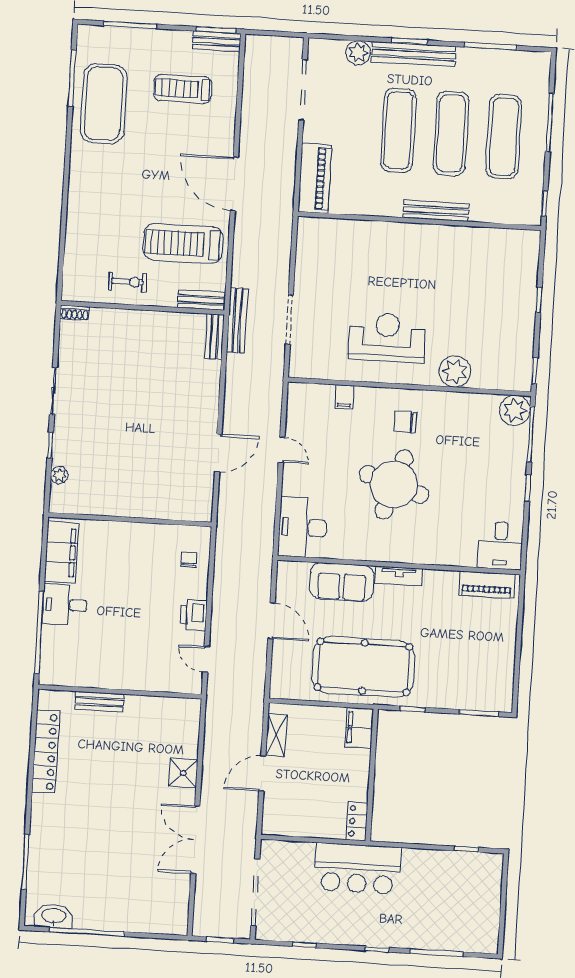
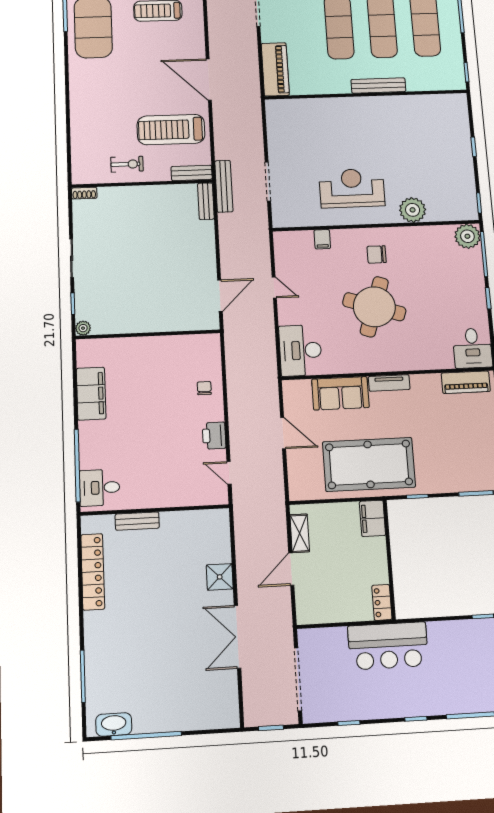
wall: (130, 520) -> (148, 334), moved
desk: (65, 605) -> (100, 488), moved

